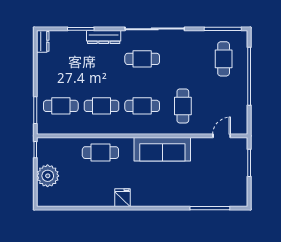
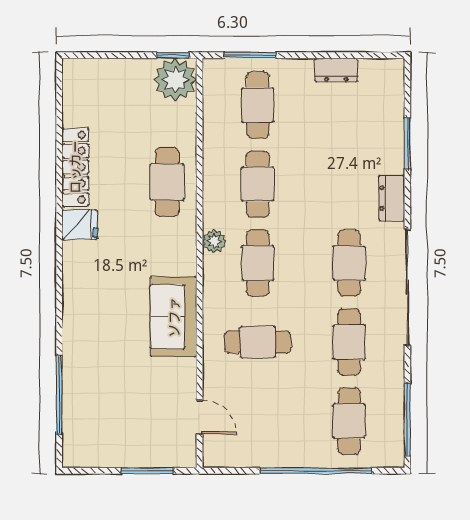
dresser: (104, 37) -> (392, 198), width x0.70
dresser: (43, 41) -> (336, 70), moved
cafe table: (183, 59) -> (349, 342), added
cafe table: (224, 59) -> (349, 421), turned 90
plant: (131, 128) -> (214, 241), added
sofa: (162, 149) -> (174, 317), width x0.73
plant: (48, 176) -> (175, 80), moved
locker: (93, 200) -> (75, 167), added

